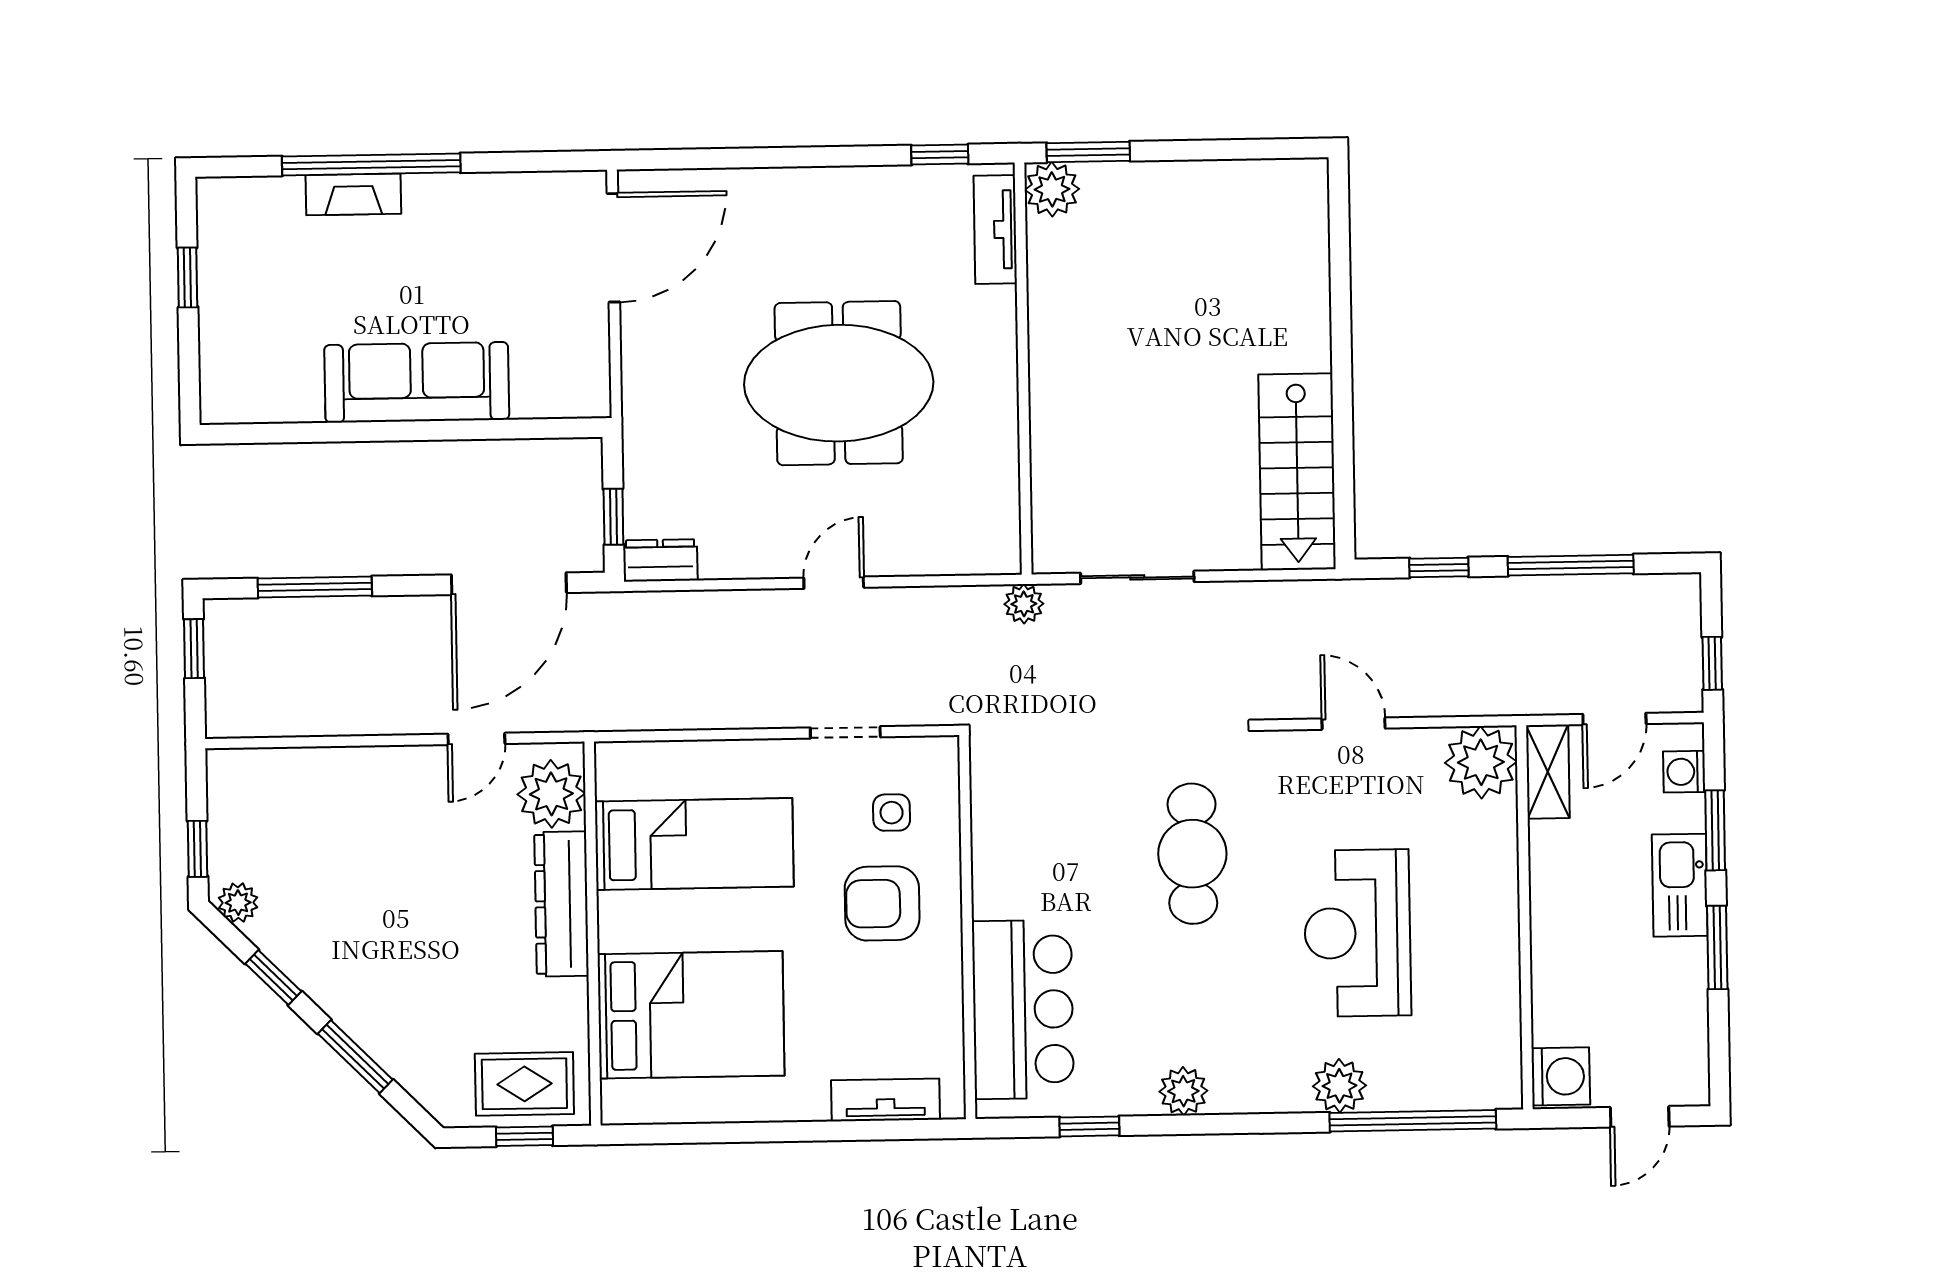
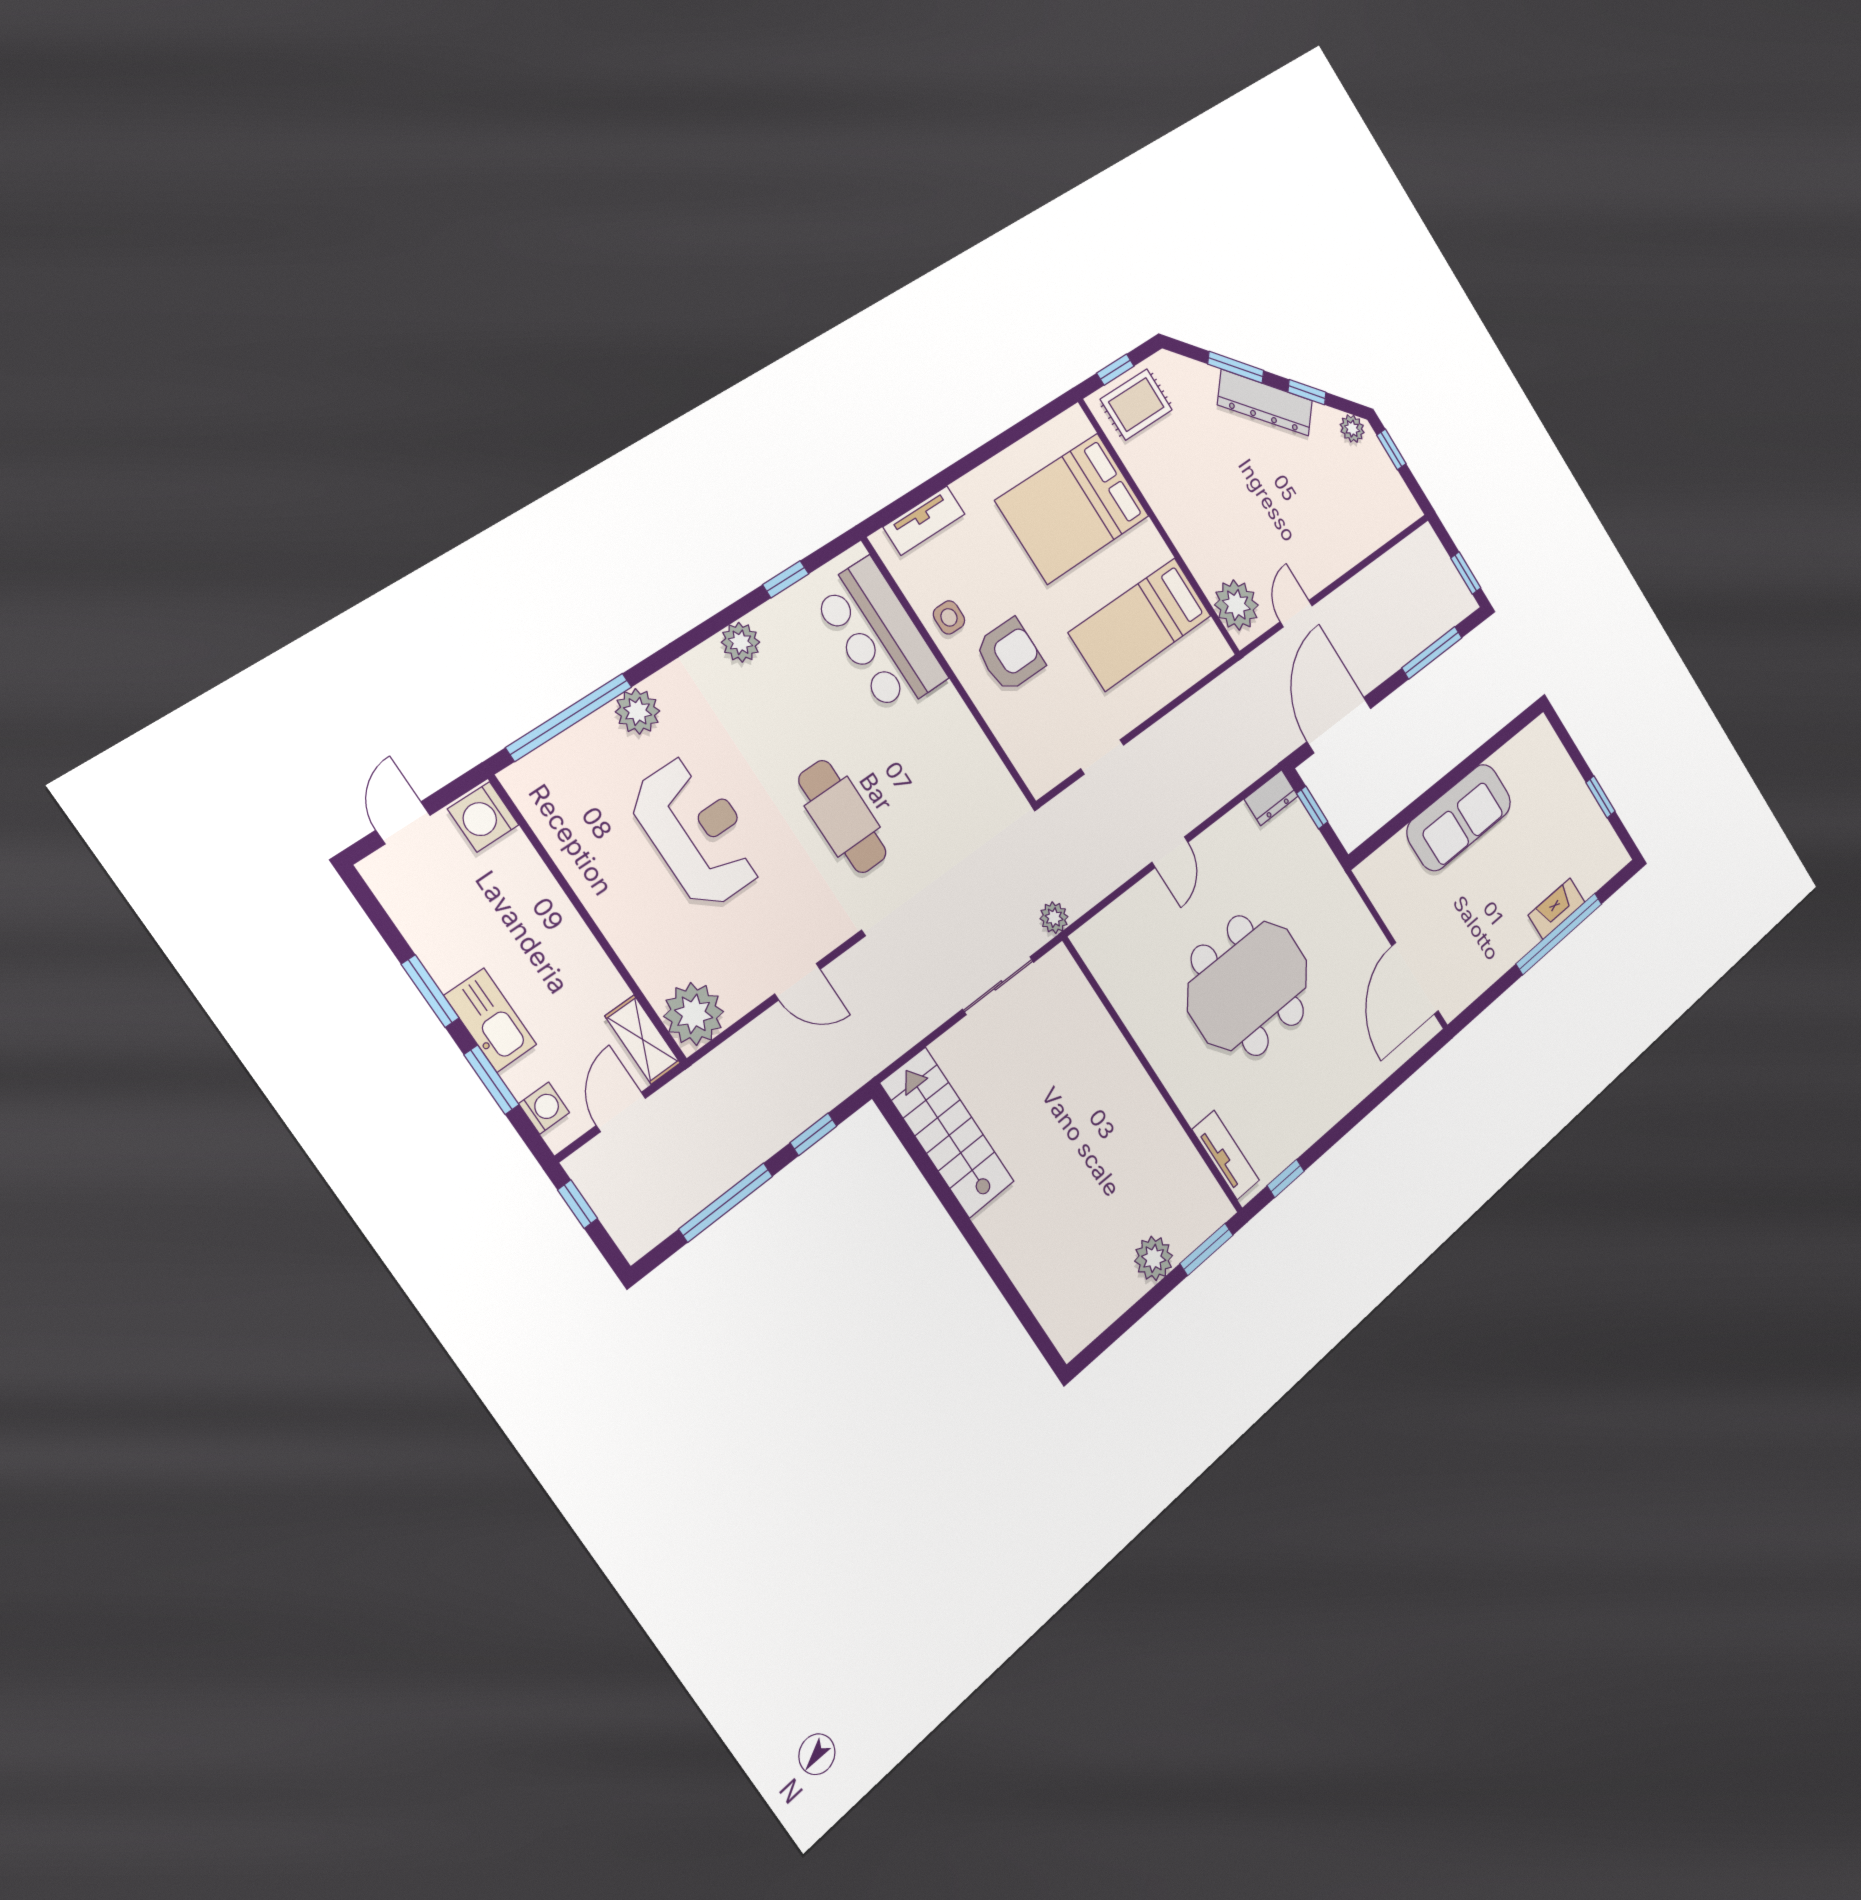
plant: (1052, 189) -> (1154, 1258), moved
side table: (892, 813) -> (949, 617), moved
dresser: (562, 904) -> (1265, 403), moved, turned 135

